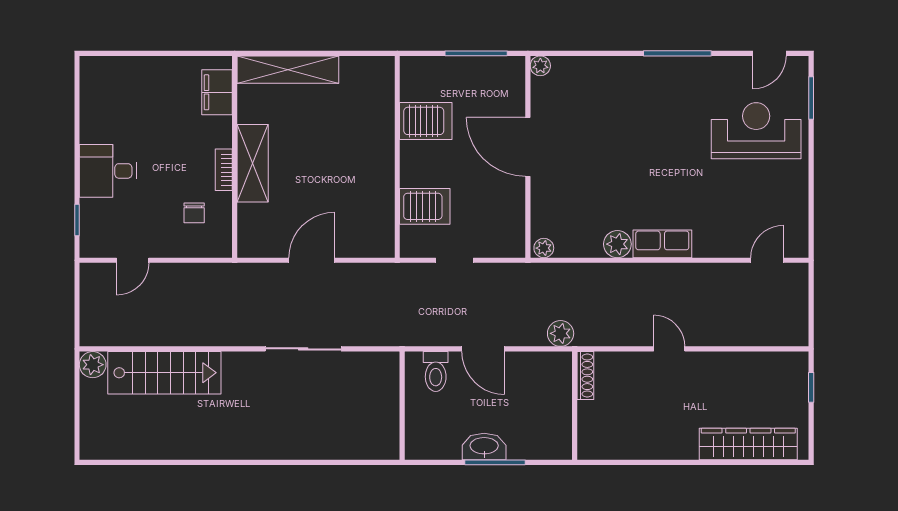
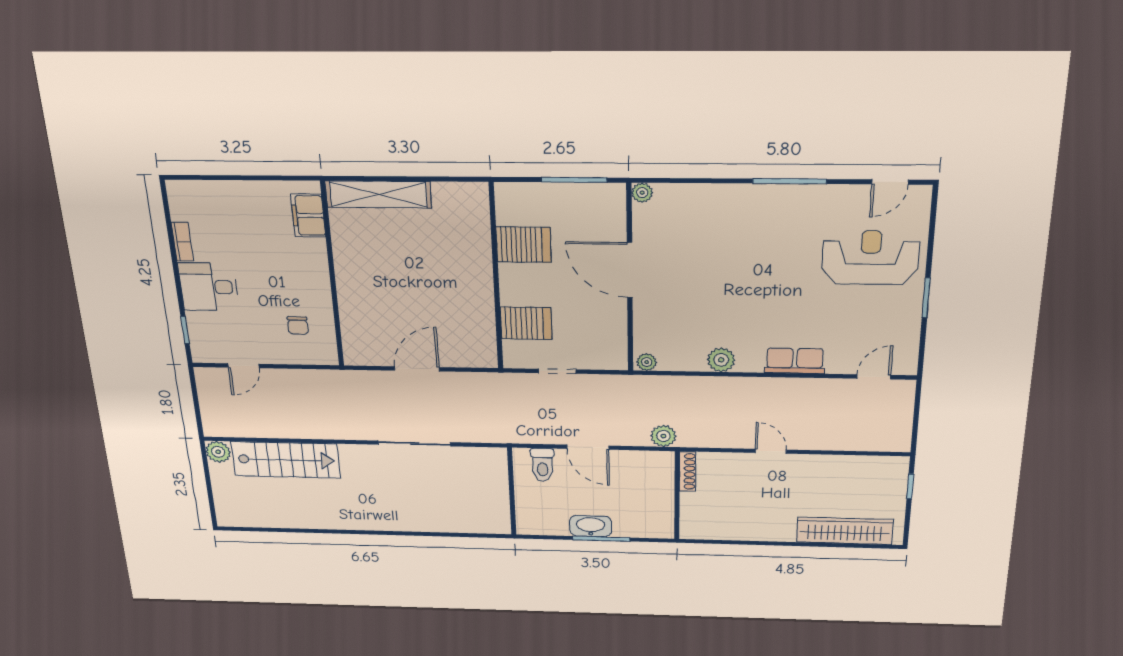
window: (811, 98) -> (926, 298), moved
shelving: (253, 163) -> (351, 282), removed
bookcase: (224, 170) -> (182, 242), moved, turned 180
row of seats: (662, 244) -> (795, 361), moved

